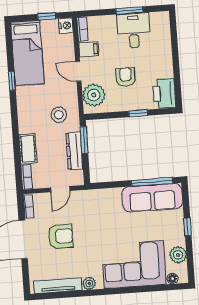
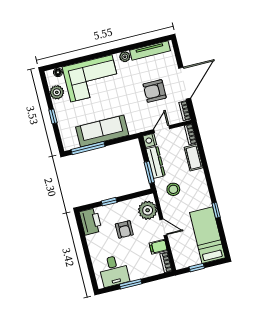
nightstand: (66, 26) -> (150, 140), moved
desk: (134, 31) -> (114, 271), moved
sofa: (152, 198) -> (102, 131), moved

